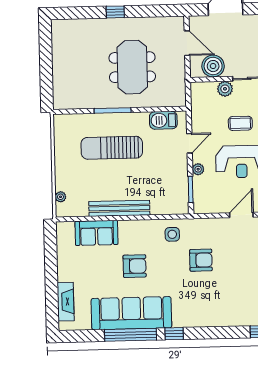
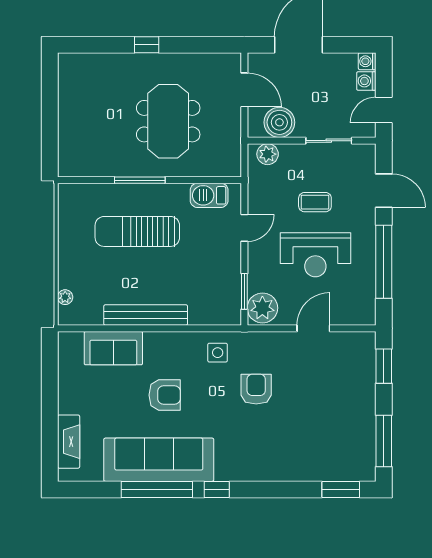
plant: (225, 89) -> (268, 154), moved
plant: (198, 169) -> (262, 308), moved, width x1.88, depth x1.88
armchair: (201, 260) -> (256, 389), turned -90

